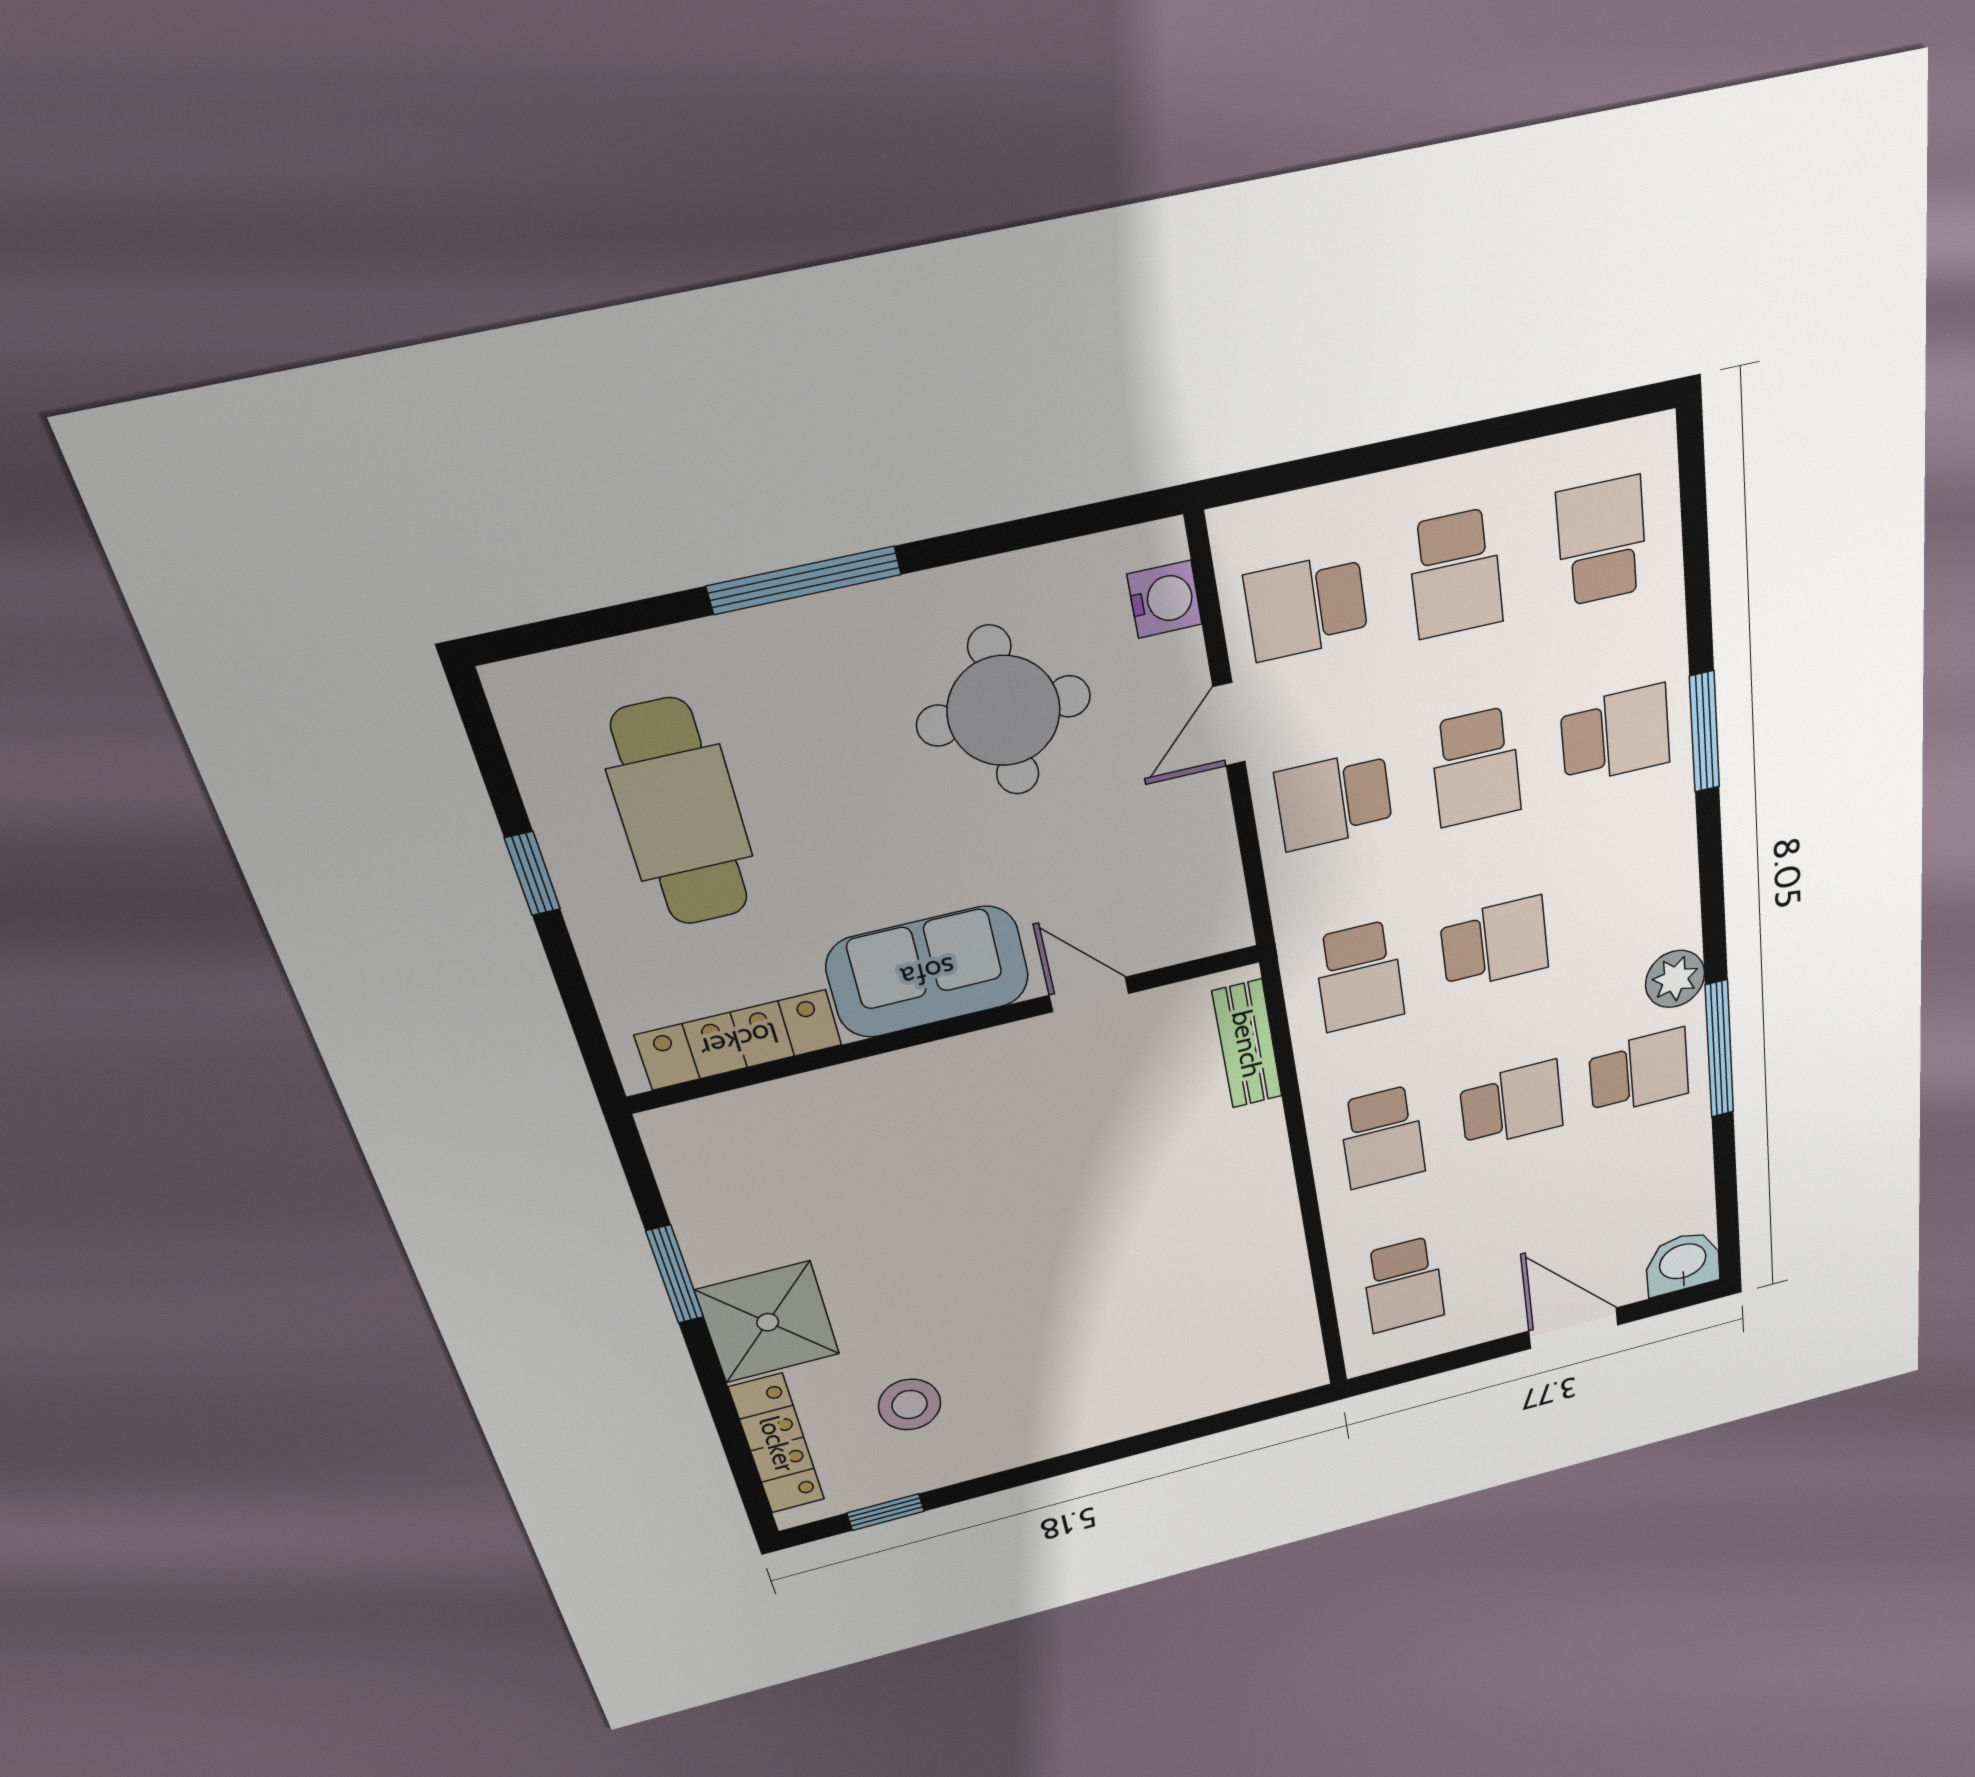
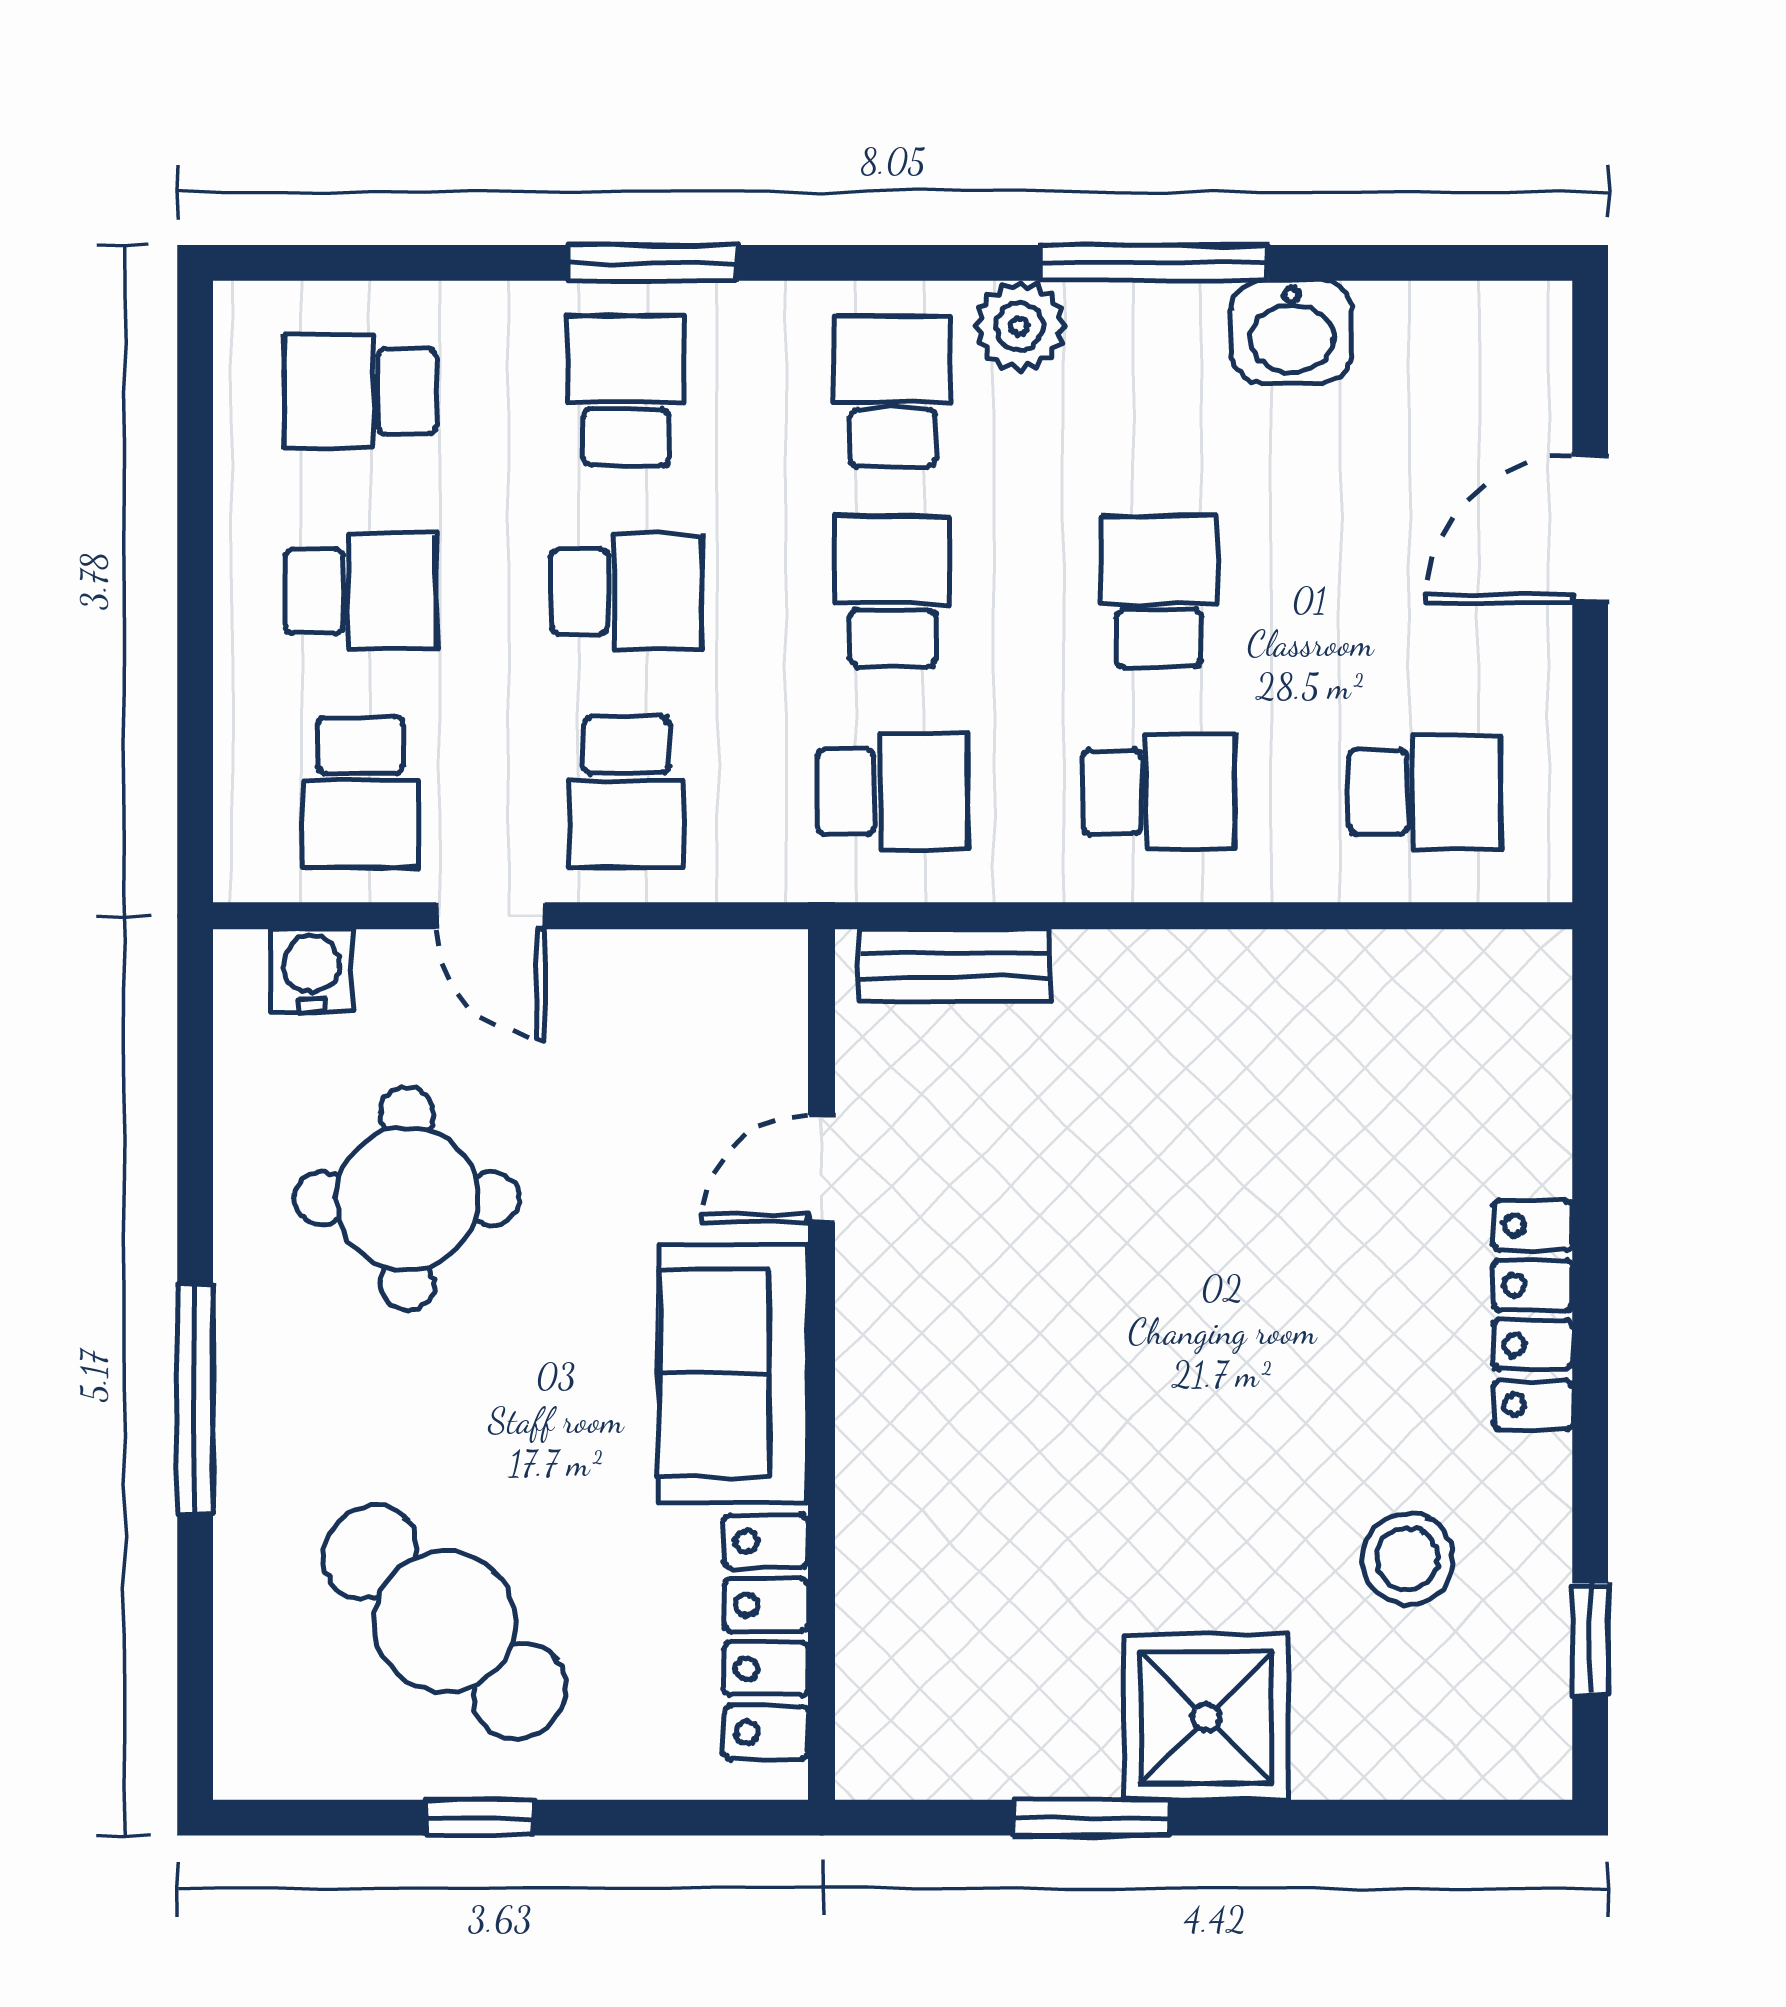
cafe table: (680, 813) -> (444, 1622), turned 43
school desk: (1639, 1072) -> (893, 391), moved
washbasin: (1683, 1263) -> (1292, 332), moved, turned -90
locker: (777, 1444) -> (1533, 1315), moved, turned -90

